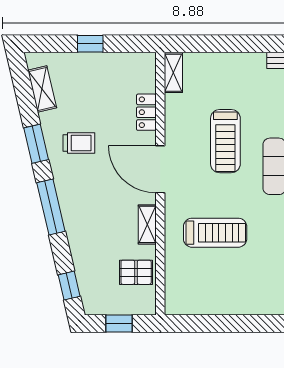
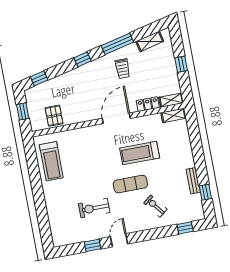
window: (36, 144) -> (117, 44), width x1.44
window: (51, 207) -> (82, 59), width x0.46
shelving: (147, 224) -> (171, 100), moved
treadmill: (215, 233) -> (51, 161), moved

